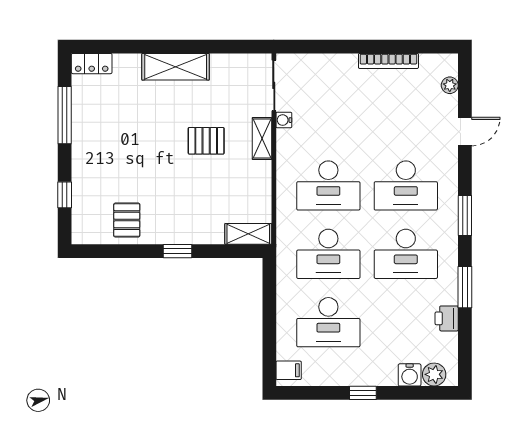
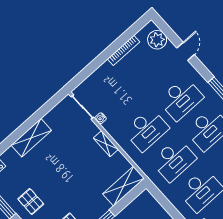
plant: (450, 85) -> (157, 40), width x1.88, depth x1.88
shelving: (262, 138) -> (106, 144), moved
pallet: (206, 141) -> (31, 201), moved, turned 90
shelving: (248, 234) -> (124, 186), width x1.50, depth x1.33

